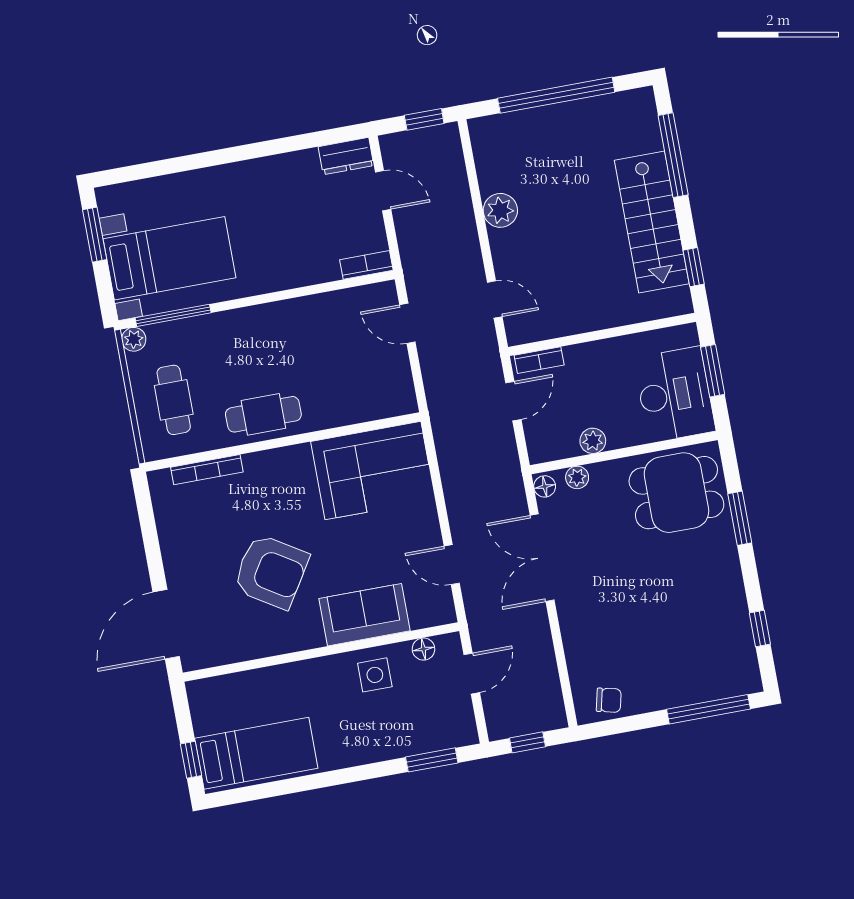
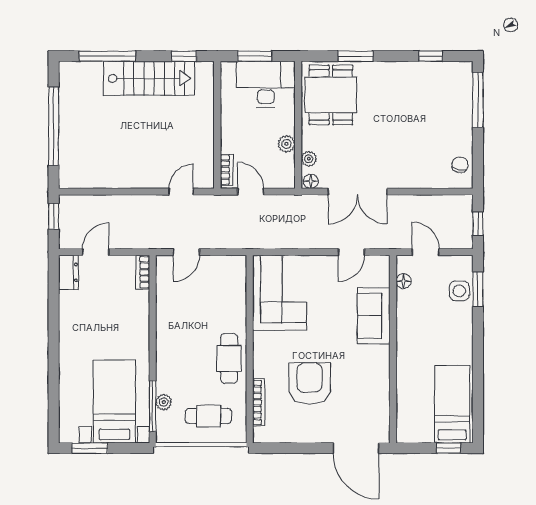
plant: (500, 210) -> (123, 177), removed
plant: (134, 339) -> (164, 402), moved
armchair: (271, 571) -> (310, 383), moved, turned -32
side table: (375, 675) -> (459, 291), moved

